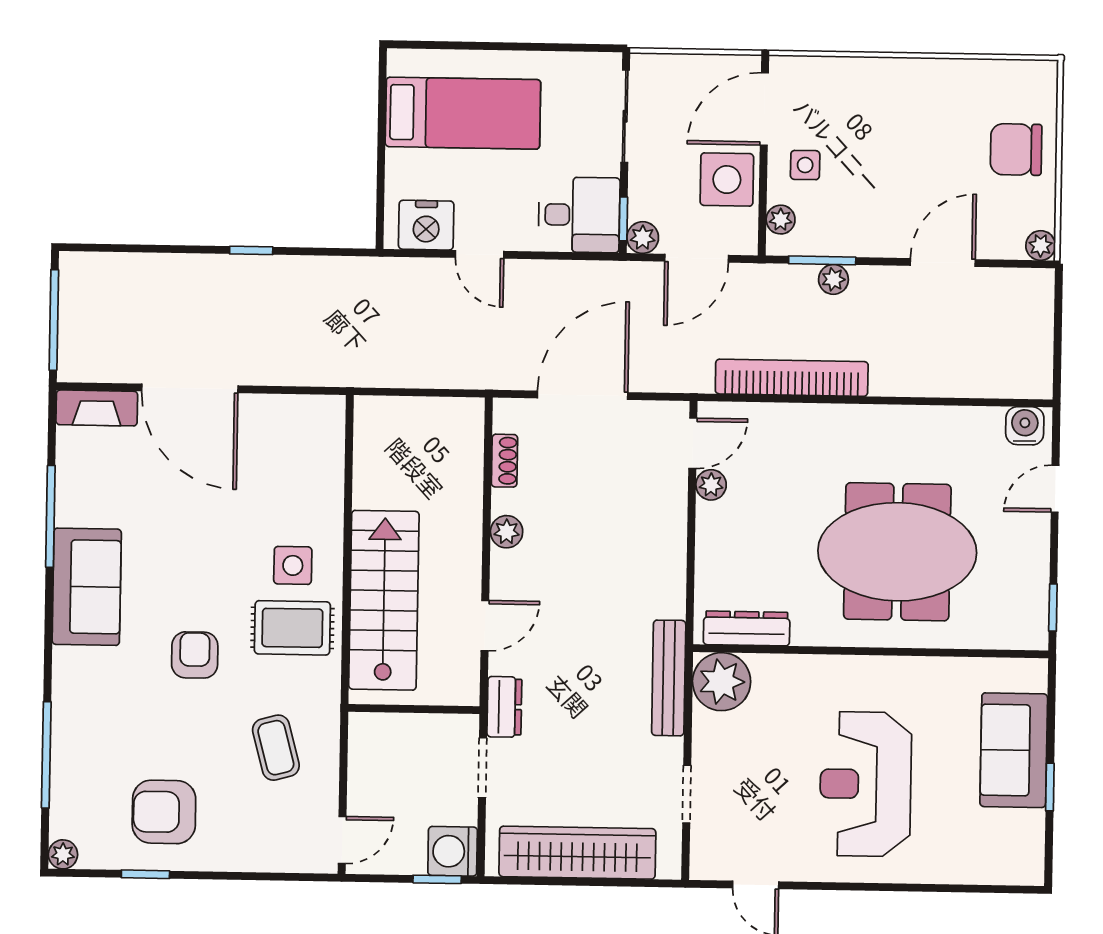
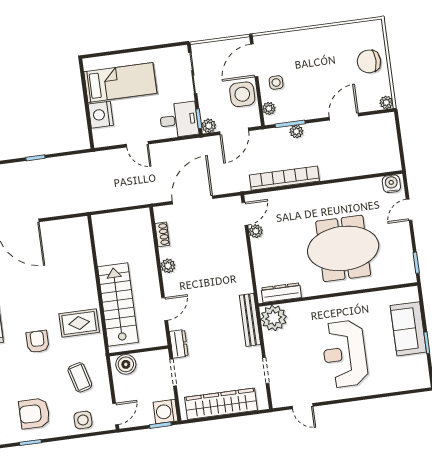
nightstand: (426, 225) -> (101, 115), moved, turned 90
side table: (293, 565) -> (83, 420), moved
boiler: (381, 734) -> (126, 364), added

